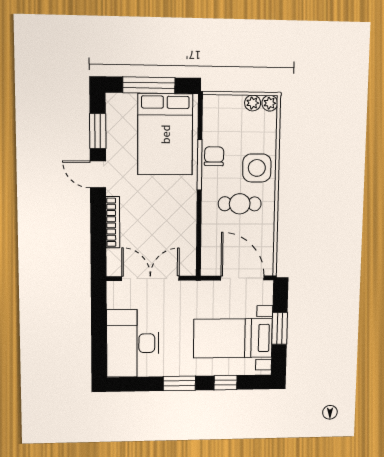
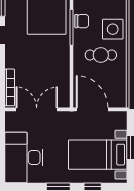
chair: (214, 156) -> (82, 21), turned 89
bookcase: (113, 222) -> (10, 87), moved
door: (242, 278) -> (92, 109), moved

